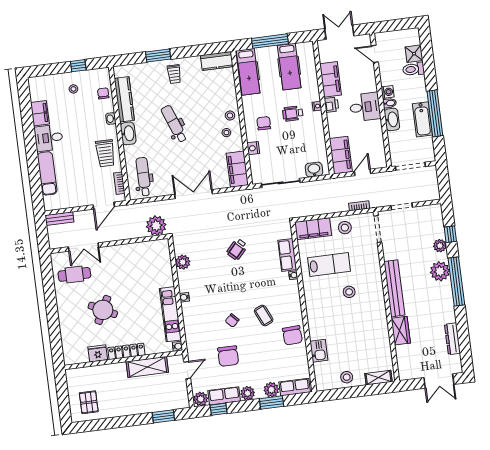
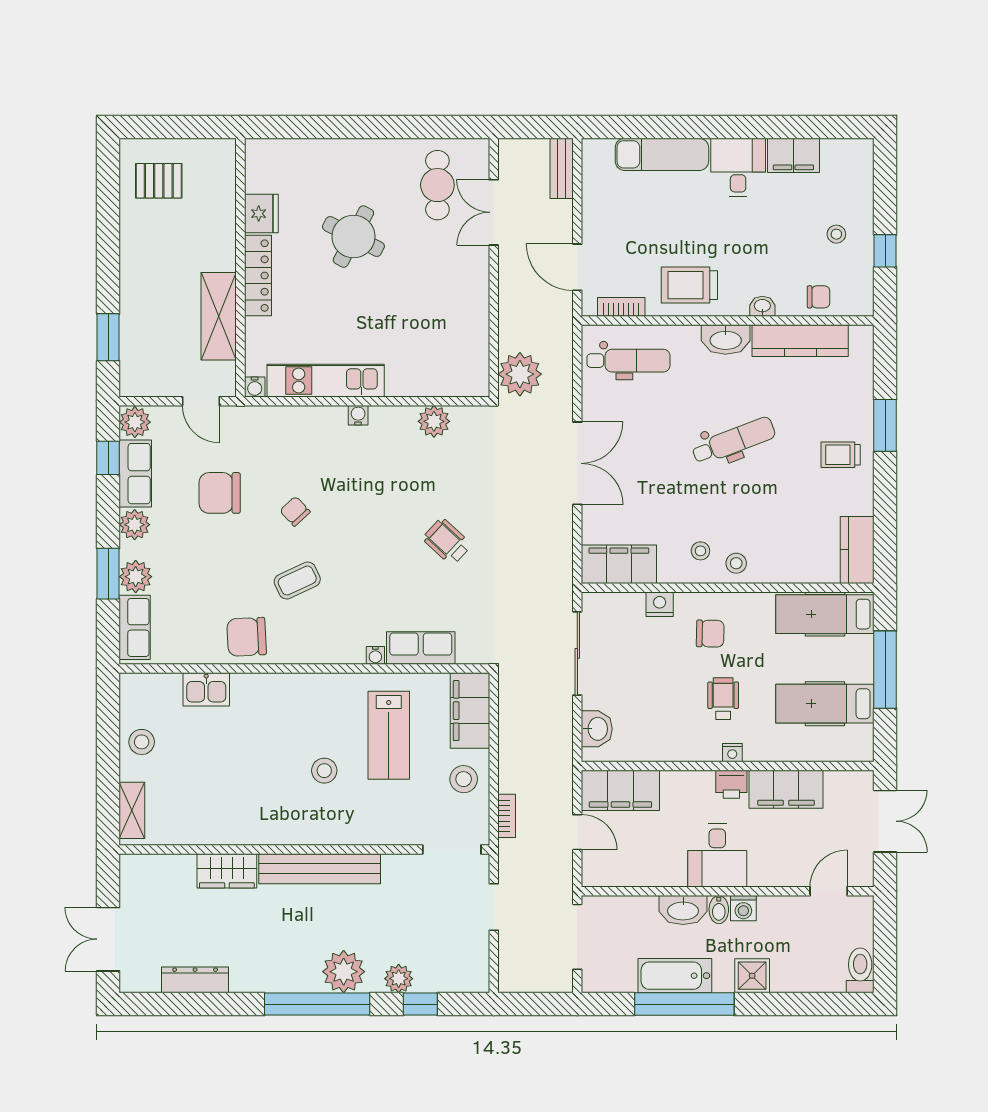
shower: (414, 54) -> (752, 976), moved
toilet: (414, 69) -> (860, 970), moved

